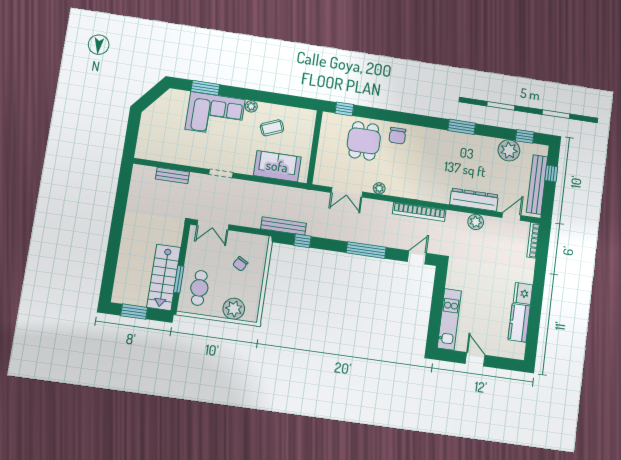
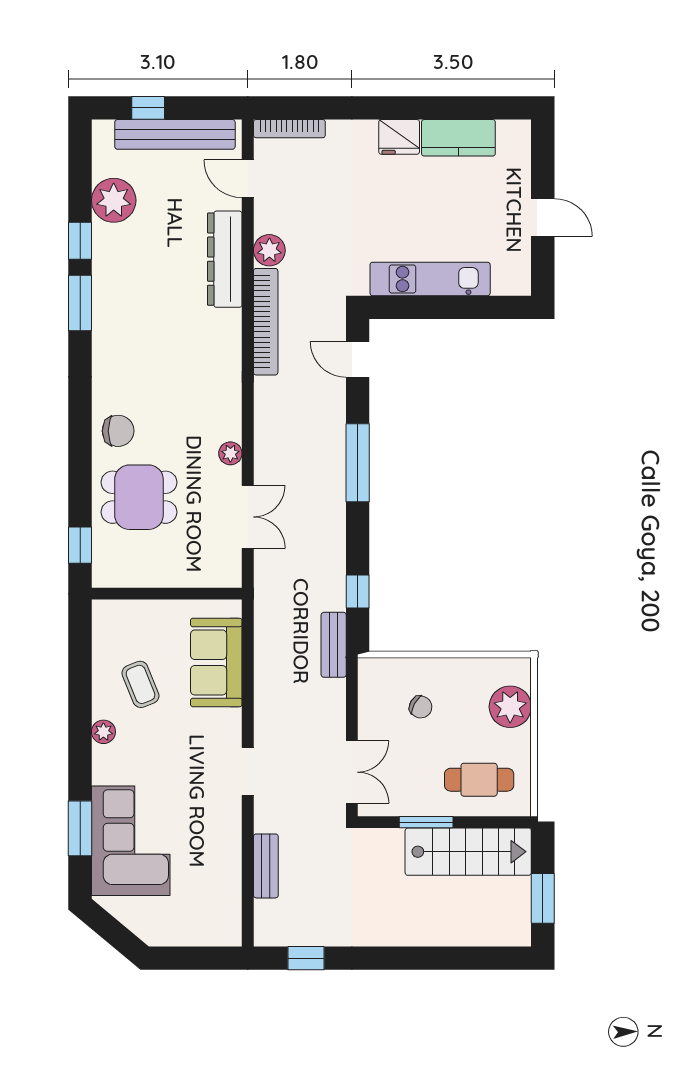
corner sofa: (215, 114) -> (131, 841), moved
window: (525, 136) -> (80, 241), moved
window: (123, 189) -> (306, 958), added
bookcase: (419, 212) -> (266, 322), moved
bench: (284, 226) -> (334, 645), width x0.73
window: (179, 279) -> (426, 822), moved
kitchen unit: (449, 319) -> (430, 279), moved
door: (475, 359) -> (543, 217), swing flipped

